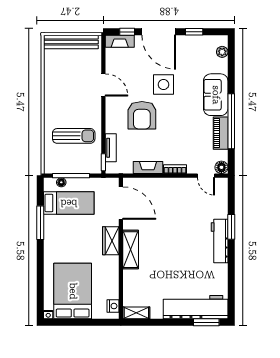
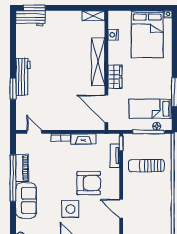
armchair: (142, 115) -> (89, 183), turned 90
floor lamp: (221, 167) -> (21, 139), removed
shelving: (131, 250) -> (98, 62), width x1.47
nightstand: (113, 306) -> (113, 35), moved
workbench: (196, 307) -> (30, 18), width x0.53, depth x0.76

